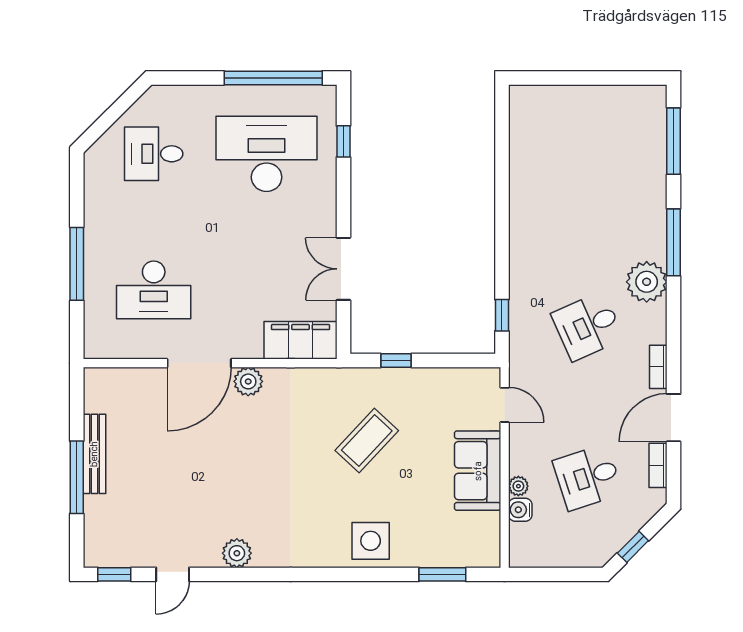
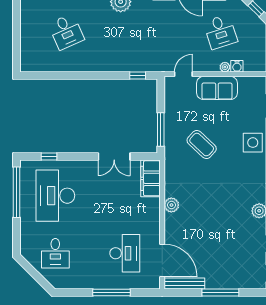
desk: (588, 326) -> (66, 32), moved
window: (396, 360) -> (161, 130), width x2.17
door: (199, 363) -> (162, 260), moved
bench: (94, 454) -> (184, 283), moved

